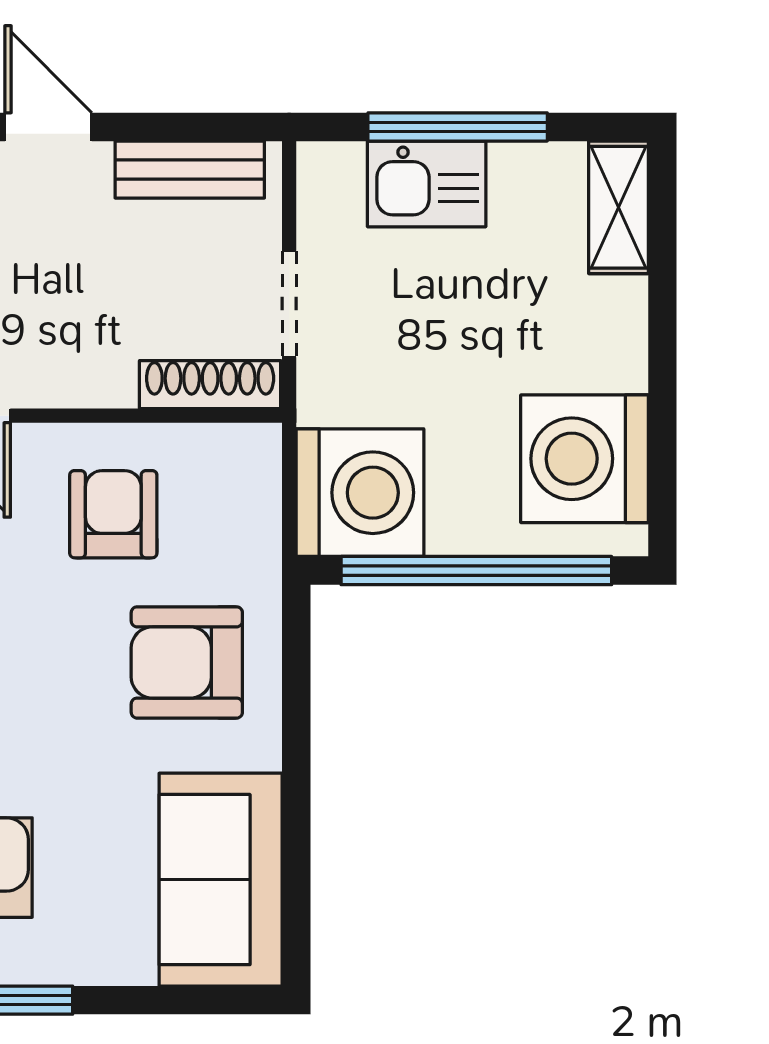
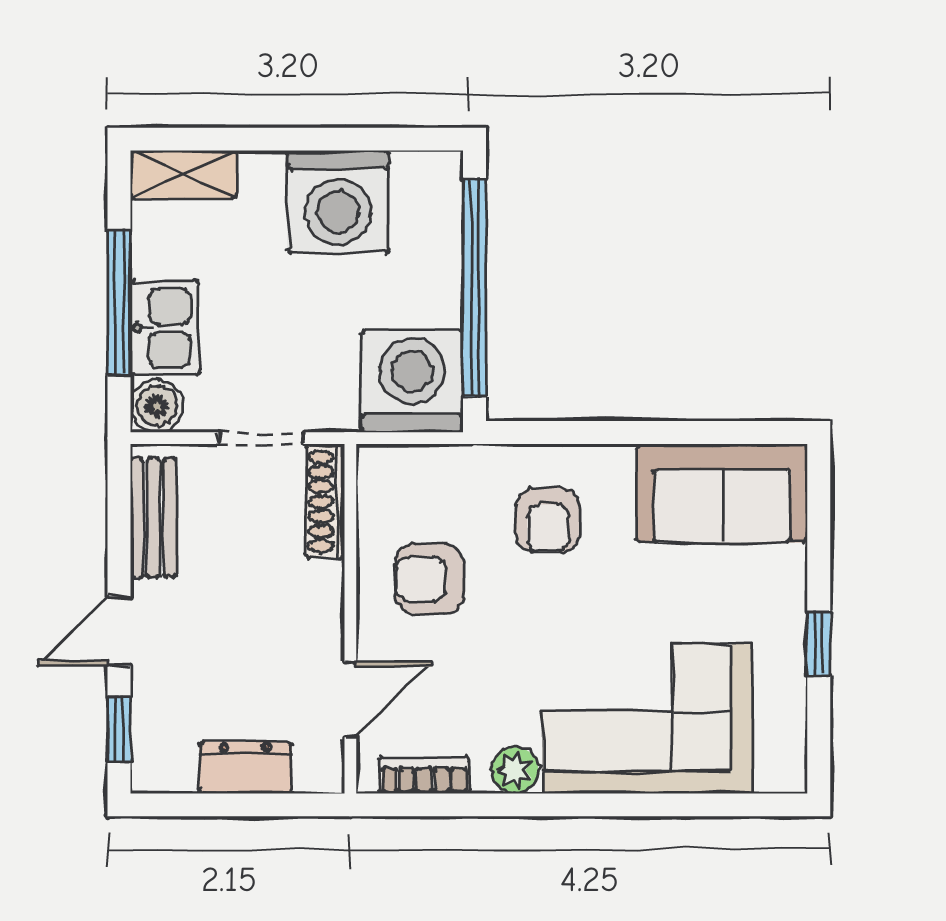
boiler: (329, 174) -> (157, 406), added
washing machine: (584, 459) -> (338, 201), moved
armchair: (187, 662) -> (548, 520), width x0.72, depth x0.72

